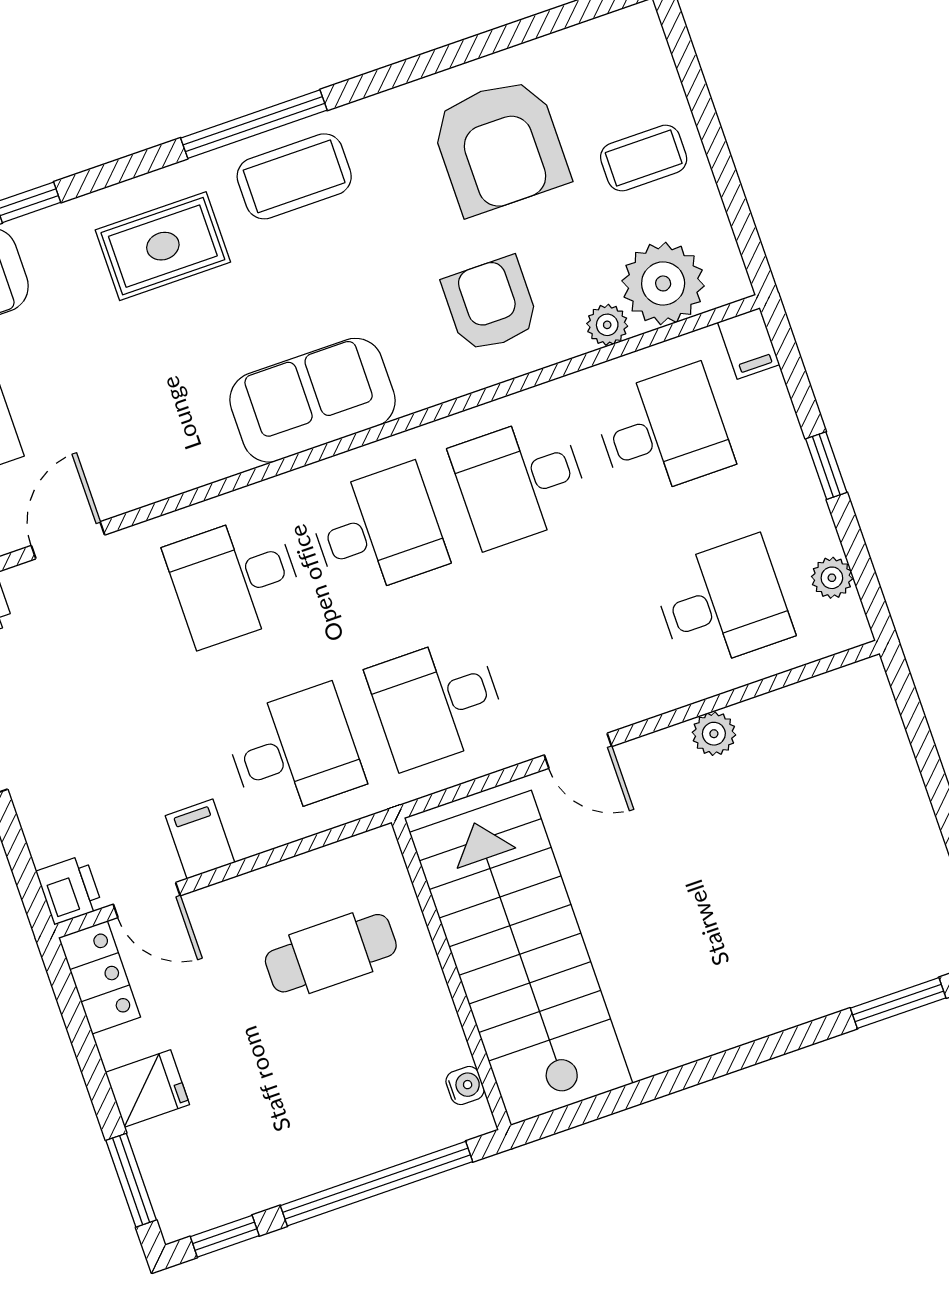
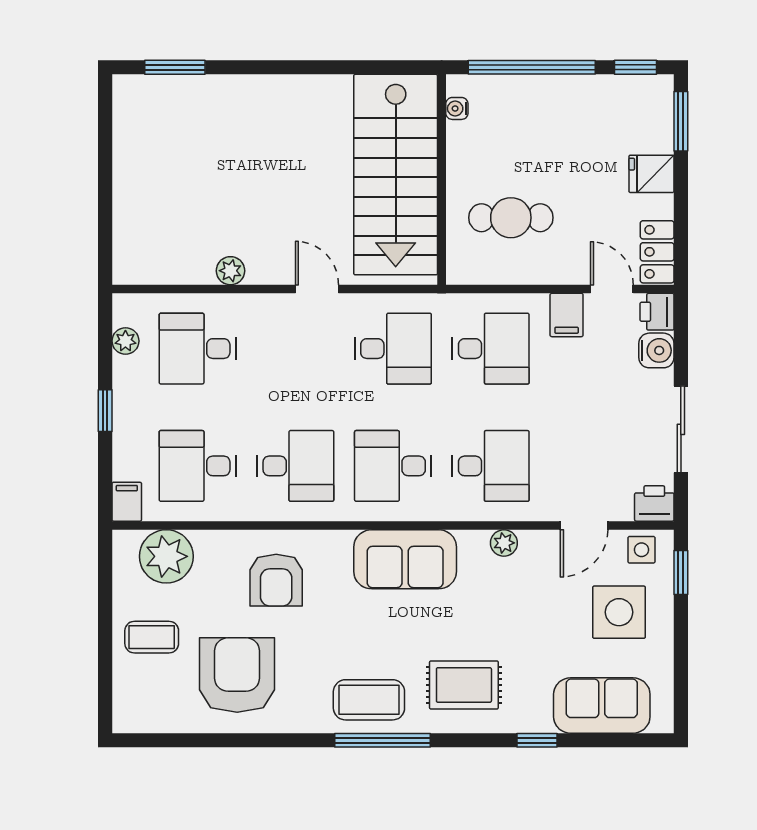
plant: (607, 325) -> (504, 543), moved
desk: (294, 752) -> (491, 349), turned 180
water cooler: (51, 833) -> (656, 350), added

